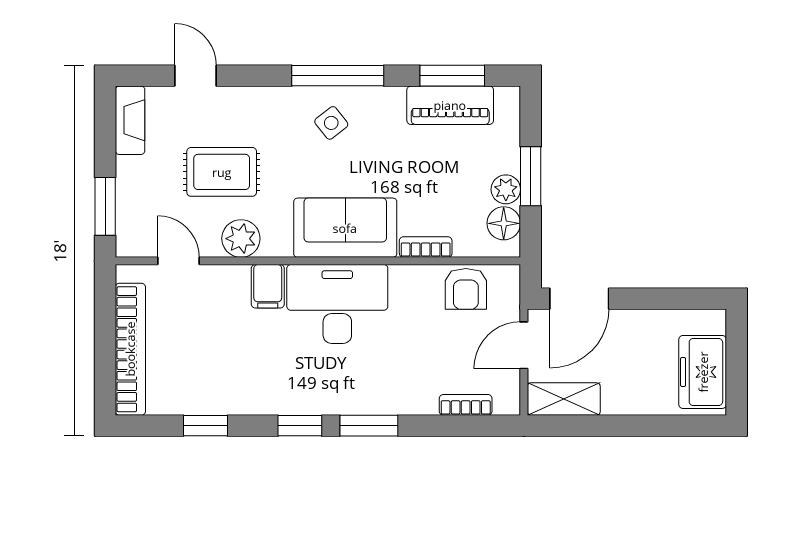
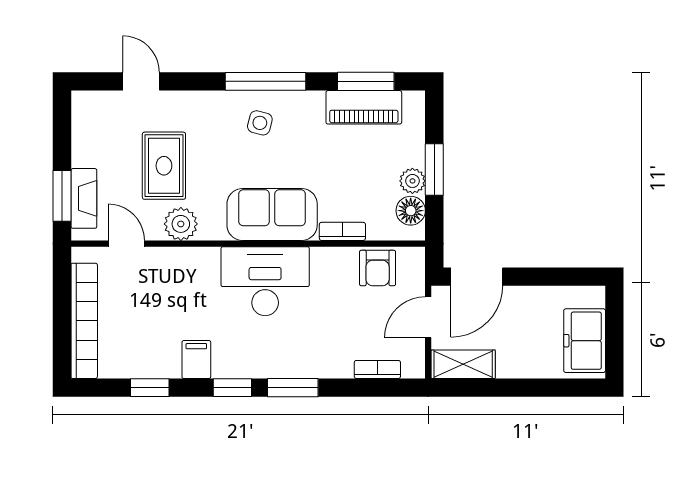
fireplace: (130, 120) -> (84, 198), moved
side table: (331, 123) -> (260, 123), turned -38
rug: (222, 172) -> (164, 166), turned 90
filing cabinet: (268, 286) -> (196, 360), moved, turned 180

